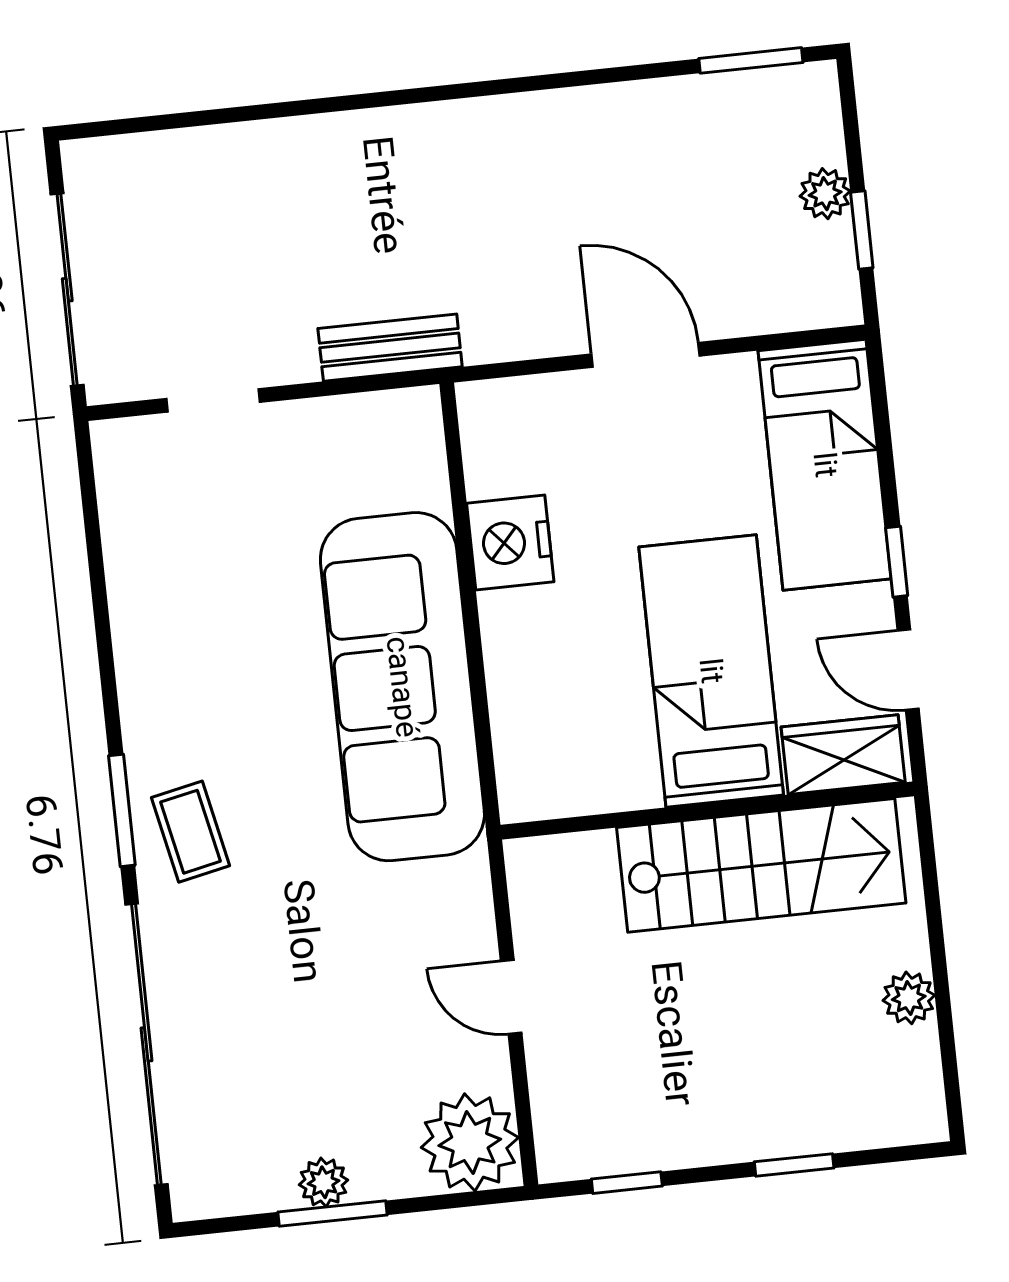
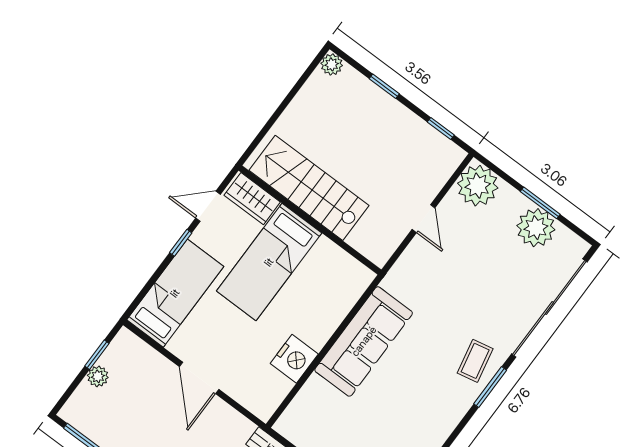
door: (908, 670) -> (208, 206), swing flipped
sofa: (402, 687) -> (364, 341), width x0.74, depth x0.79
plant: (909, 998) -> (332, 64), moved
plant: (323, 1182) -> (536, 228), width x1.87, depth x1.87

